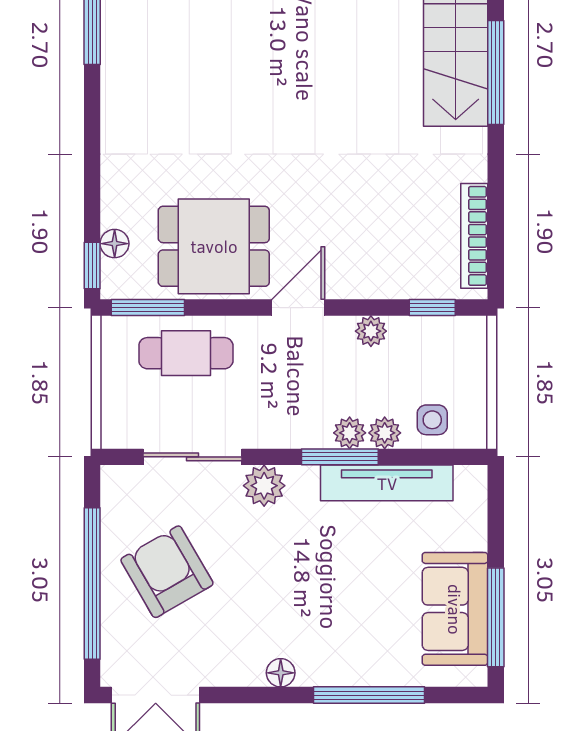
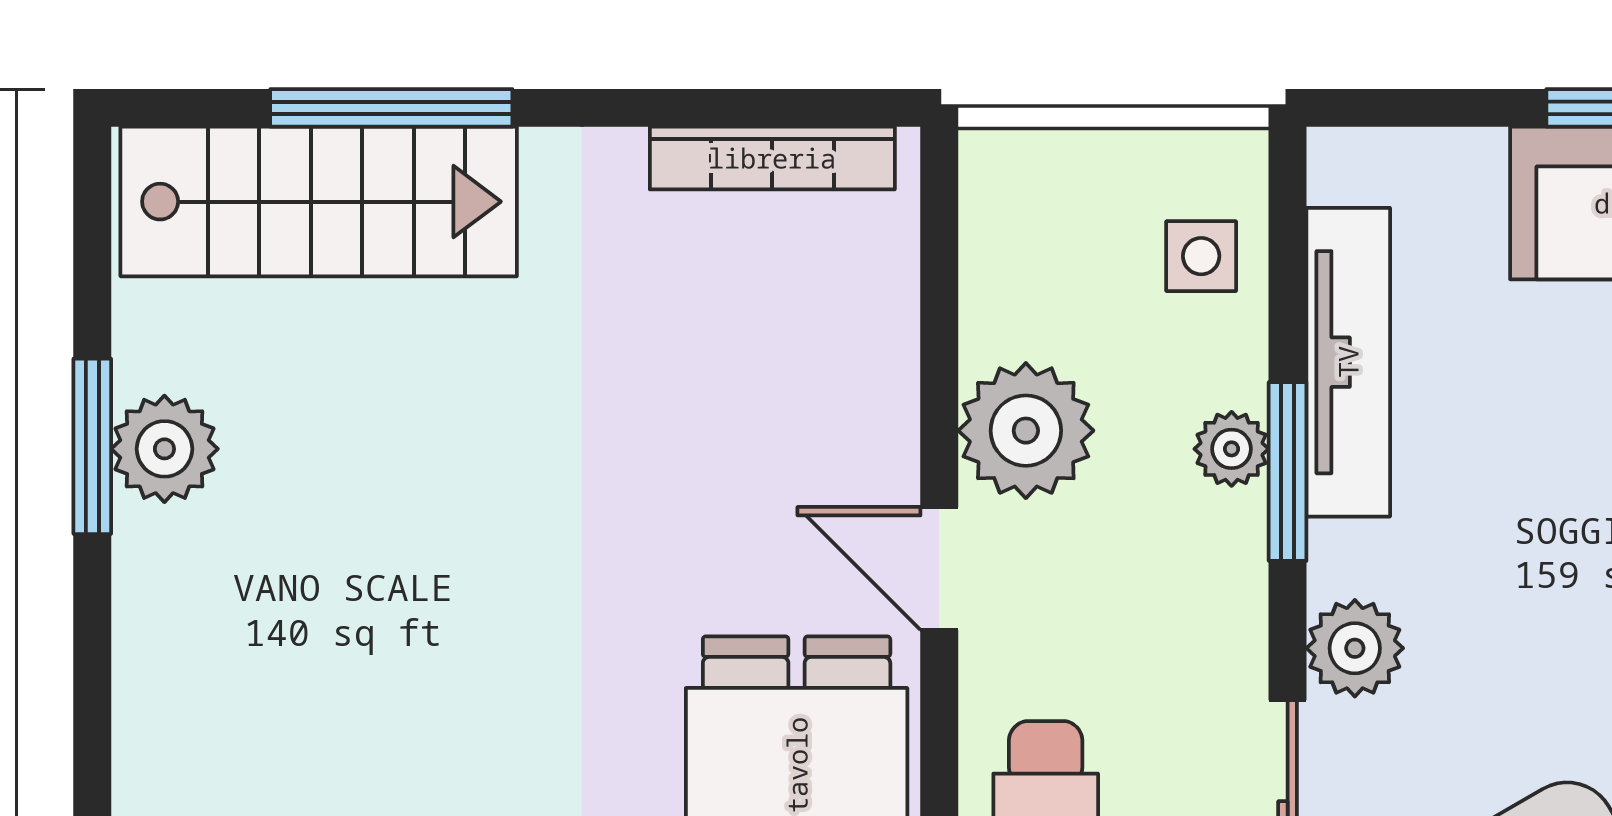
window: (432, 308) -> (939, 256), removed
plant: (371, 331) -> (1026, 431), width x1.88, depth x1.88
plant: (385, 433) -> (1232, 367), removed

